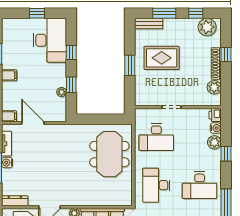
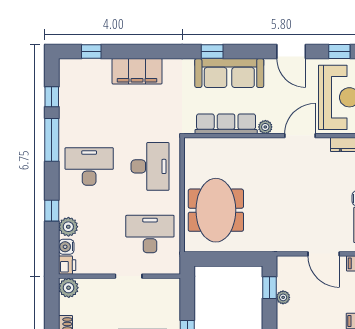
window: (71, 85) -> (270, 288), moved
plant: (214, 87) -> (69, 288), moved

